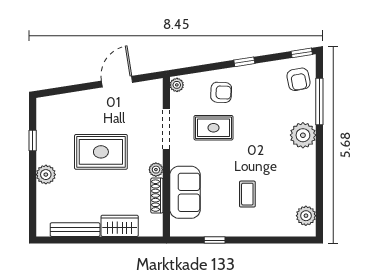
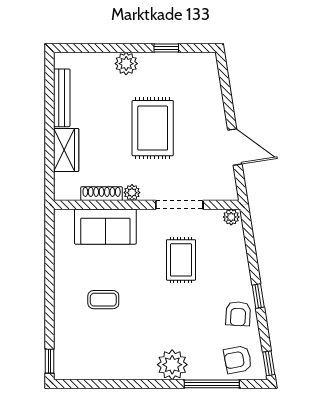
armchair: (221, 92) -> (238, 314), moved
plant: (306, 216) -> (78, 368), removed
window: (215, 240) -> (49, 361), moved

